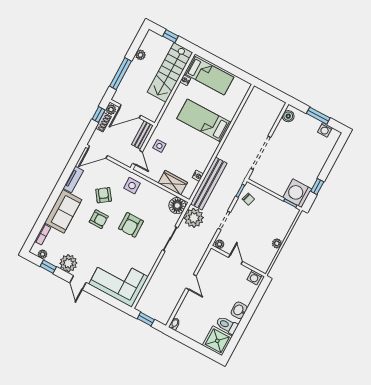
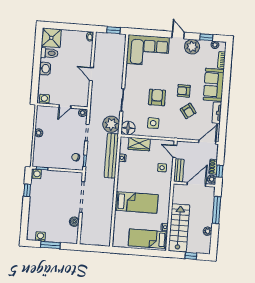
boiler: (288, 116) -> (74, 222), moved
side table: (132, 186) -> (153, 123), moved
washing machine: (297, 193) -> (36, 174), width x0.53, depth x0.53
door: (236, 259) -> (65, 106), hinge flipped

